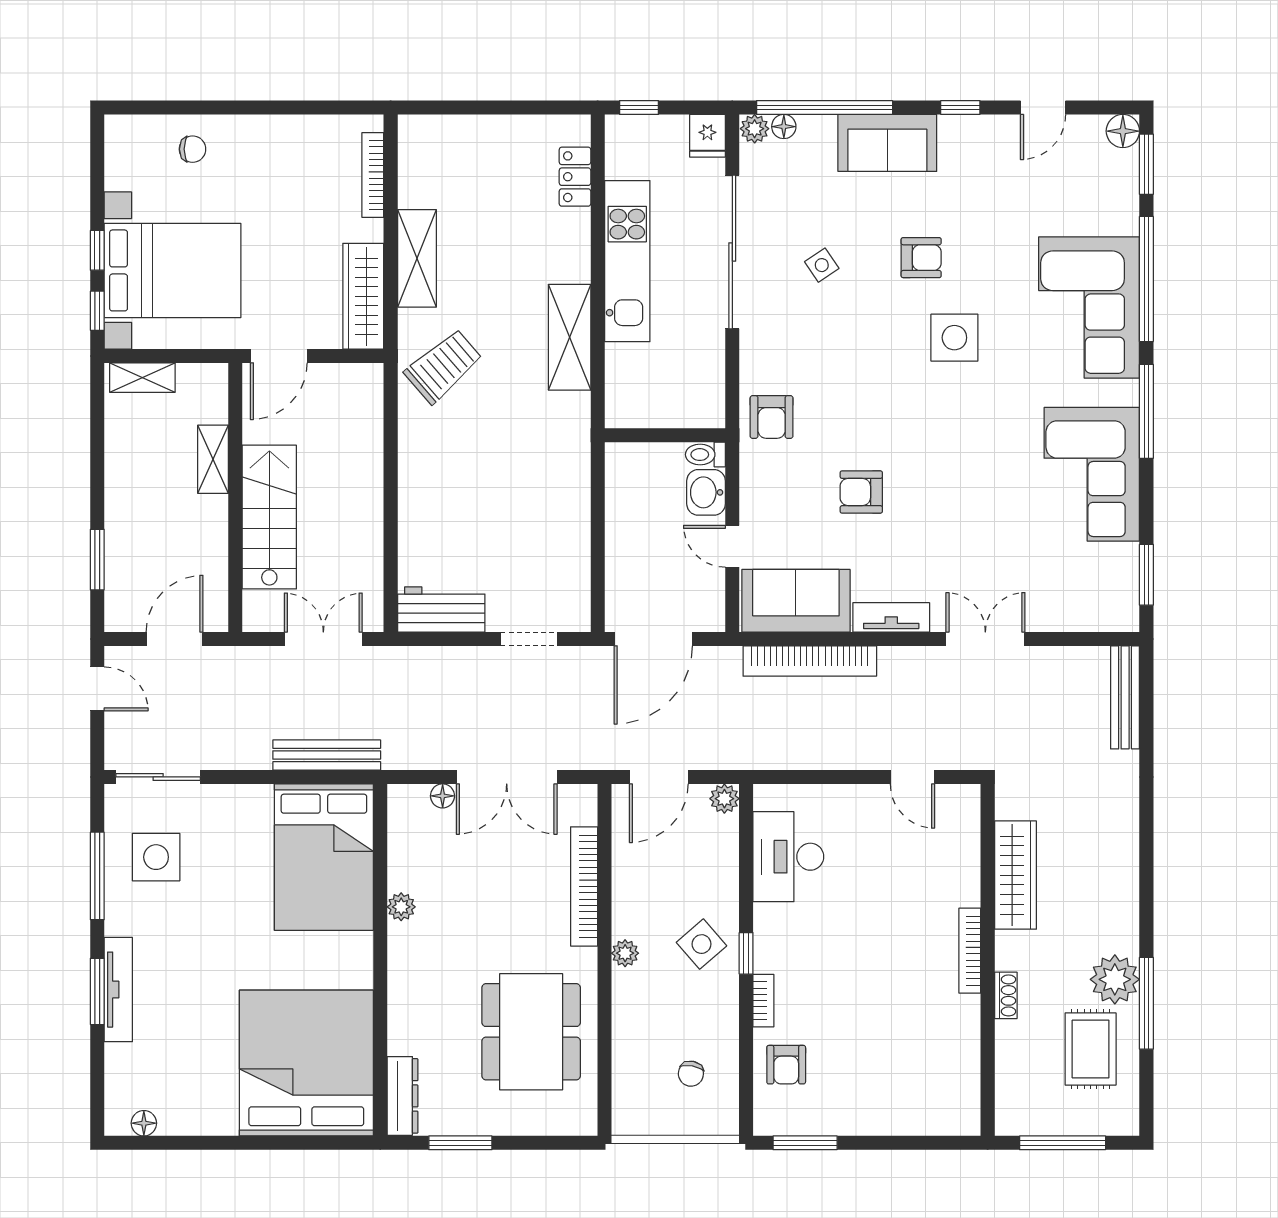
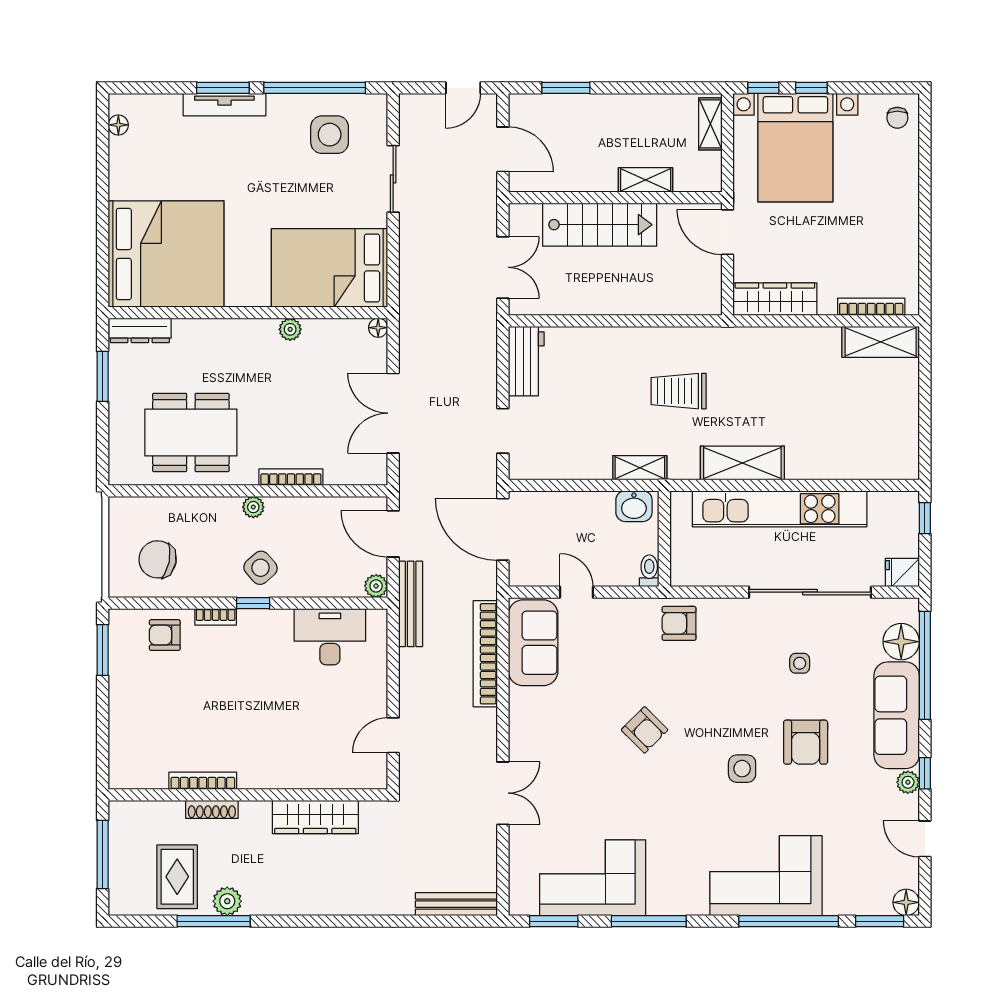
floor lamp: (784, 127) -> (901, 642), width x1.89, depth x1.89
plant: (755, 129) -> (908, 782), moved
sofa: (887, 143) -> (897, 715), width x1.36
chair: (193, 149) -> (897, 118), moved
locker: (575, 177) -> (870, 467), removed
shelving: (417, 258) -> (881, 342), moved
armchair: (921, 258) -> (806, 742), width x1.38, depth x1.38
kitchen unit: (627, 261) -> (780, 509), width x1.36
side table: (822, 265) -> (800, 663), turned 34
side table: (954, 338) -> (742, 769), width x0.73, depth x0.73
trolley: (443, 366) -> (679, 391), moved, turned 131
window: (1146, 411) -> (649, 921), moved
shelving: (575, 466) -> (640, 468), added
corner sofa: (1092, 474) -> (593, 878), moved
washbasin: (706, 492) -> (634, 506), moved, turned 180
armchair: (861, 492) -> (645, 730), moved, turned 135
door: (732, 546) -> (576, 592), hinge flipped
tv unit: (891, 617) -> (520, 718), removed
bench: (327, 755) -> (411, 604), moved
sliding door: (158, 777) -> (393, 179), moved
floor lamp: (443, 796) -> (378, 328), moved
window: (97, 876) -> (315, 88), width x1.46
bookcase: (584, 886) -> (291, 477), width x0.68, depth x0.76
bookcase: (970, 951) -> (203, 781), moved
plant: (1115, 979) -> (227, 901), width x0.73, depth x0.73
shoe rack: (1006, 995) -> (212, 809), width x1.43
rug: (1091, 1049) -> (177, 877), turned 90
chair: (691, 1074) -> (158, 559), width x1.87, depth x1.87

